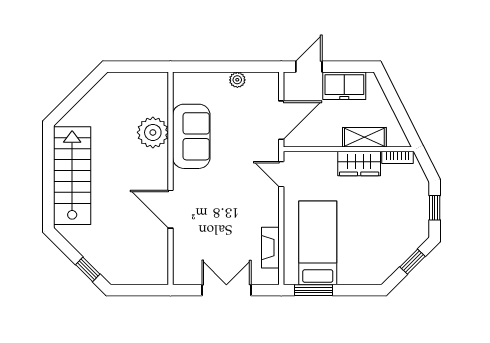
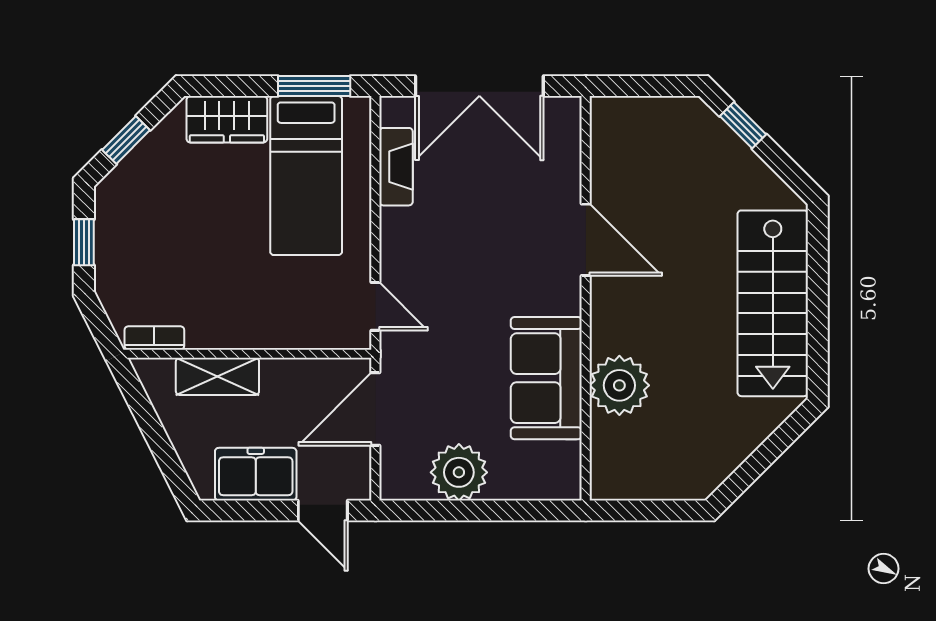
door: (309, 67) -> (323, 510), hinge flipped
plant: (237, 80) -> (459, 472), width x1.87, depth x1.87
wardrobe: (359, 163) -> (227, 119), moved, turned 180
double door: (226, 290) -> (479, 86), width x1.37

